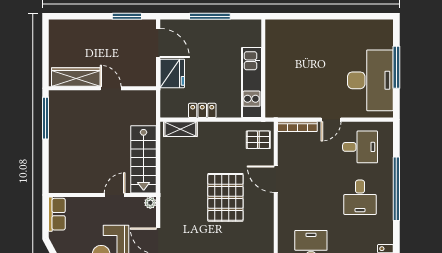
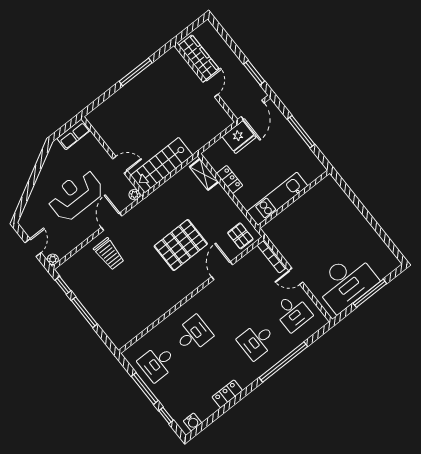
wardrobe: (76, 77) -> (199, 57), moved
wall: (102, 88) -> (206, 82), moved
door: (111, 88) -> (210, 88), moved

